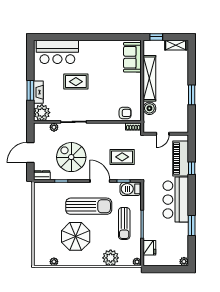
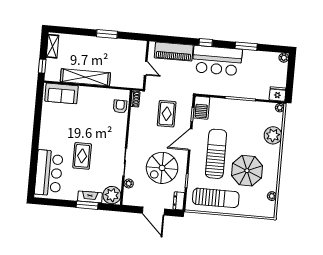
boiler: (149, 108) -> (117, 80), removed
window: (192, 168) -> (206, 43), moved
sun lounger: (124, 223) -> (216, 198), moved, width x1.36, depth x1.34
fridge: (149, 248) -> (277, 94), moved

